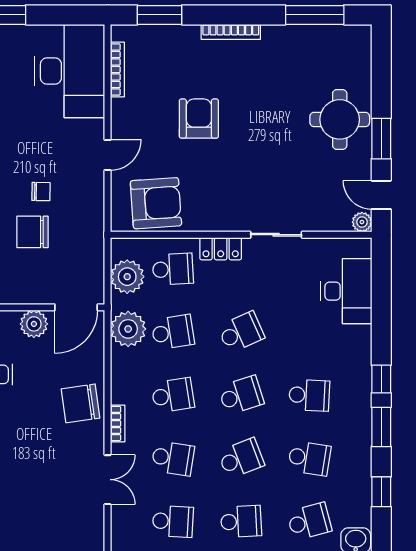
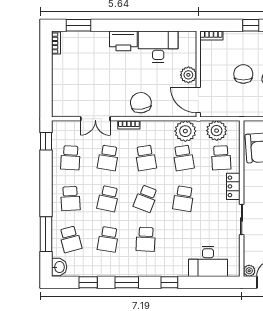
school desk: (241, 332) -> (183, 199), turned 33
window: (381, 379) -> (169, 282), moved
school desk: (241, 395) -> (146, 199), turned 39
school desk: (241, 458) -> (108, 199), turned 33

